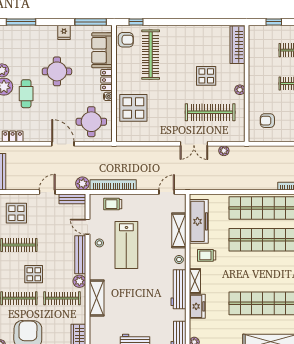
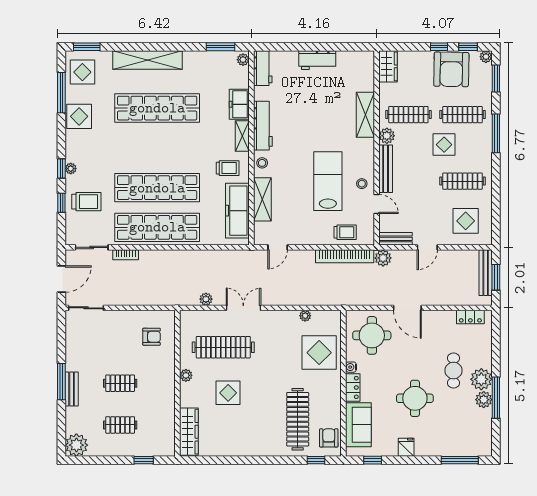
window: (91, 22) -> (373, 460), width x0.46
armchair: (126, 40) -> (329, 438), turned 90
plant: (145, 137) -> (305, 316), added

